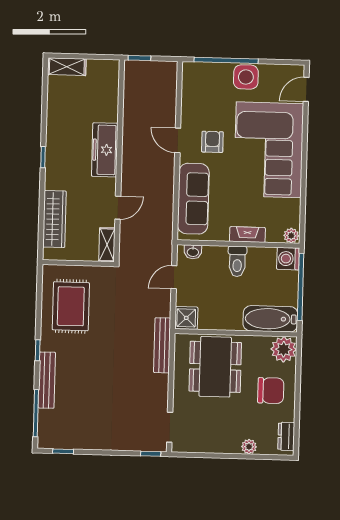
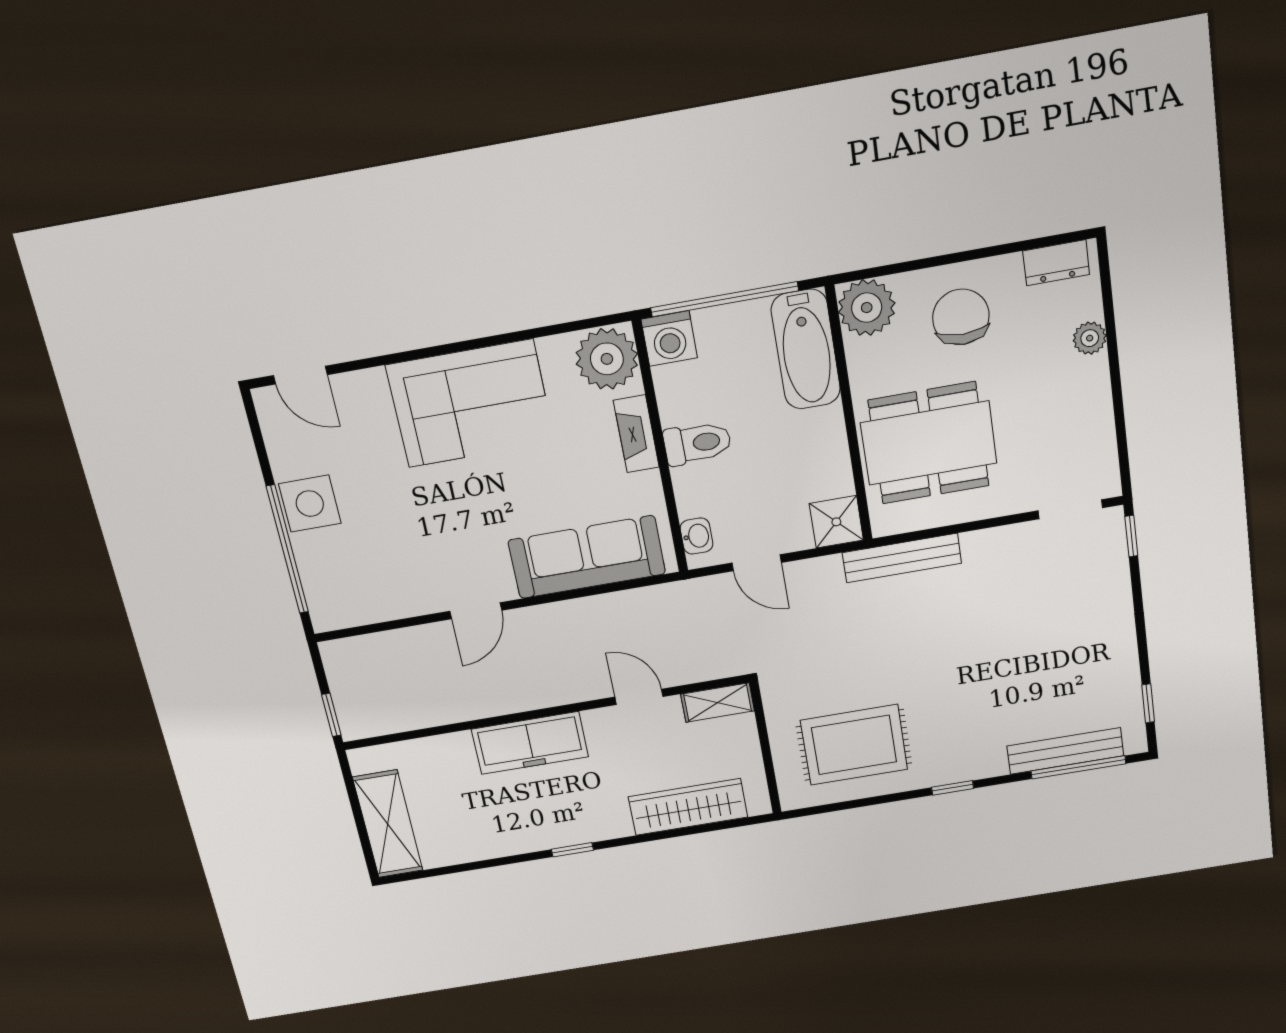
shelving: (67, 67) -> (388, 824), width x1.50, depth x1.33
armchair: (212, 142) -> (461, 543), removed
corner sofa: (269, 150) -> (470, 404), width x0.73, depth x0.74
plant: (291, 236) -> (607, 359), width x1.87, depth x1.87
bench: (47, 380) -> (1065, 751), moved

